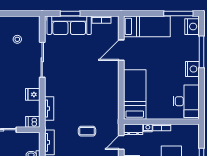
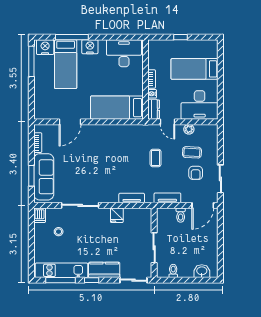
bed: (147, 26) -> (66, 64), moved, turned 180
door: (121, 50) -> (70, 122), hinge flipped
dishwasher: (33, 122) -> (40, 215), moved

